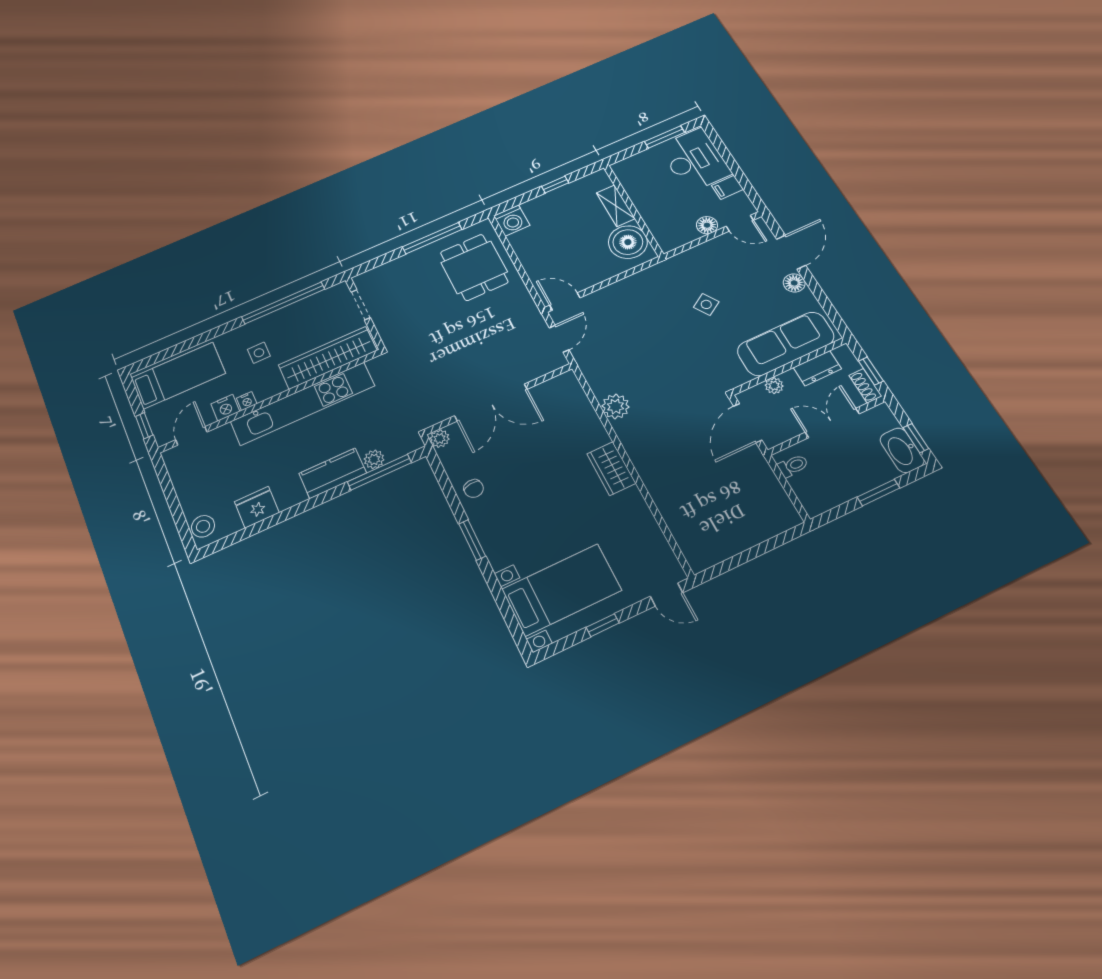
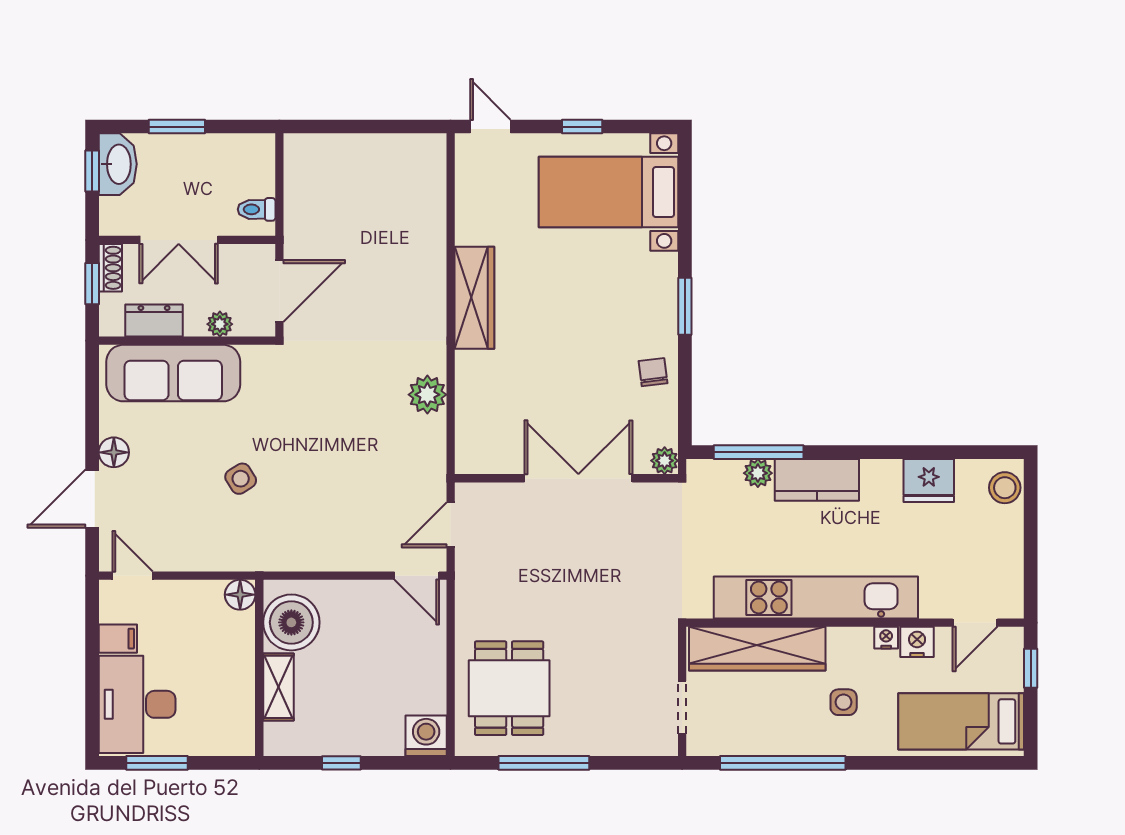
floor lamp: (707, 225) -> (240, 595), moved
wardrobe: (611, 469) -> (474, 298), width x1.50

